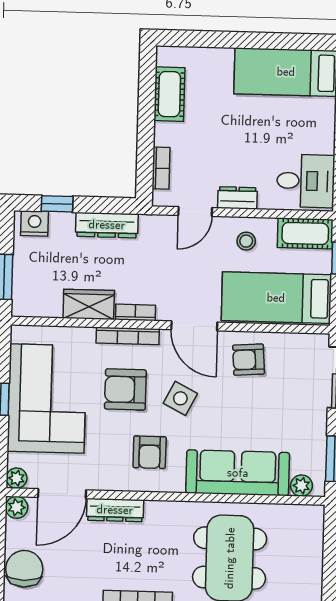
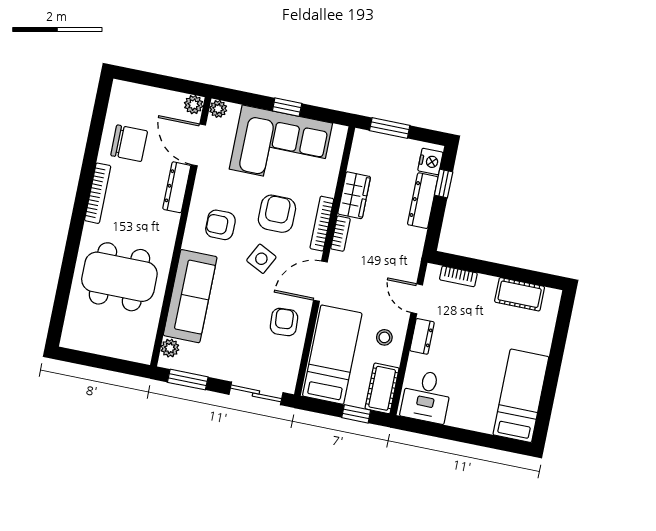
dresser: (107, 225) -> (423, 201), moved
chair: (24, 569) -> (129, 143), moved

